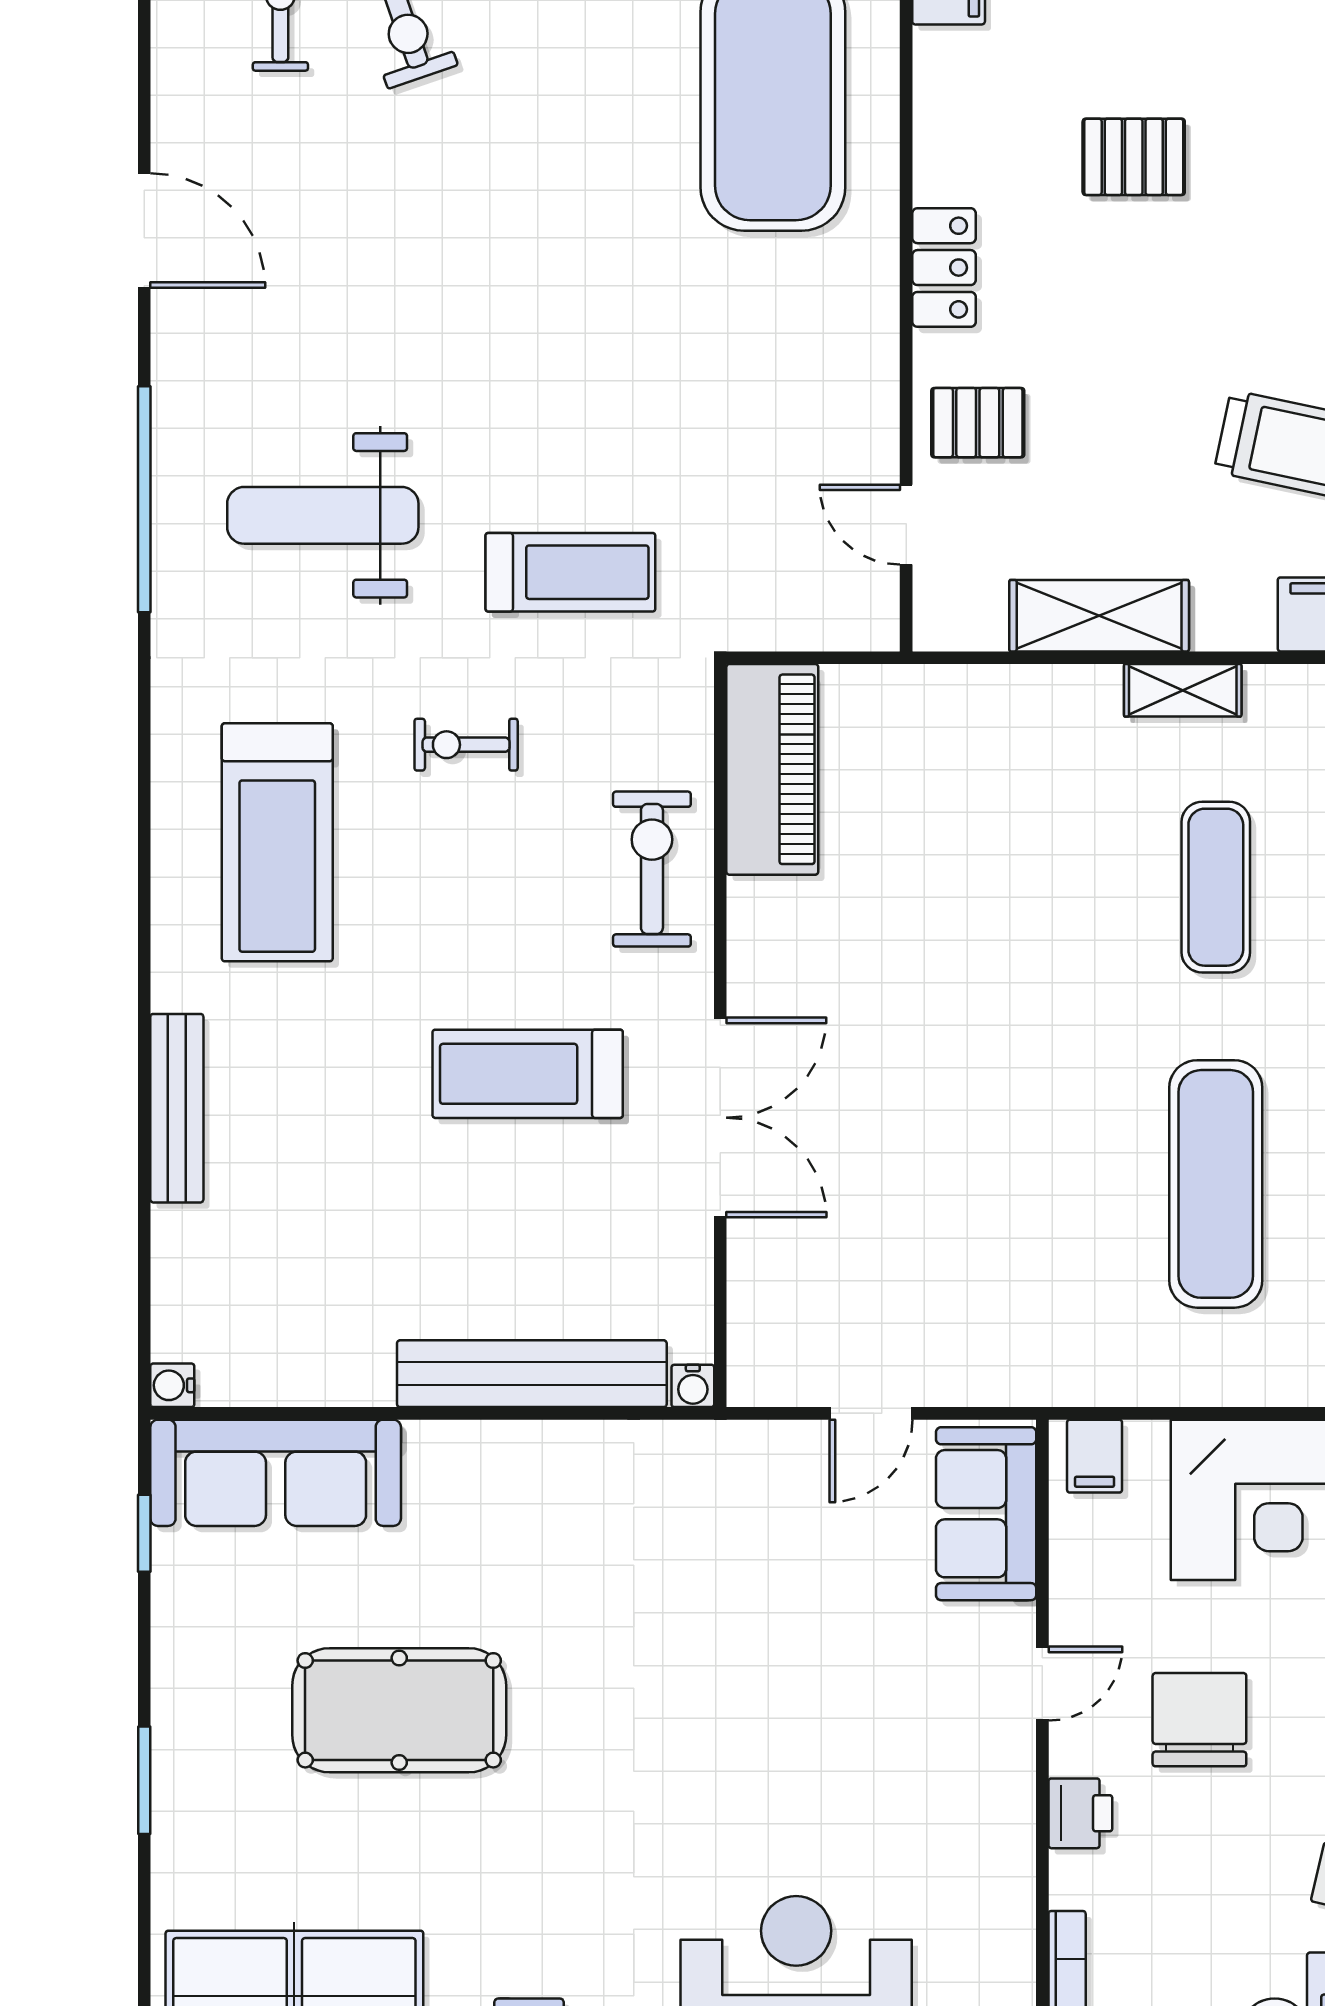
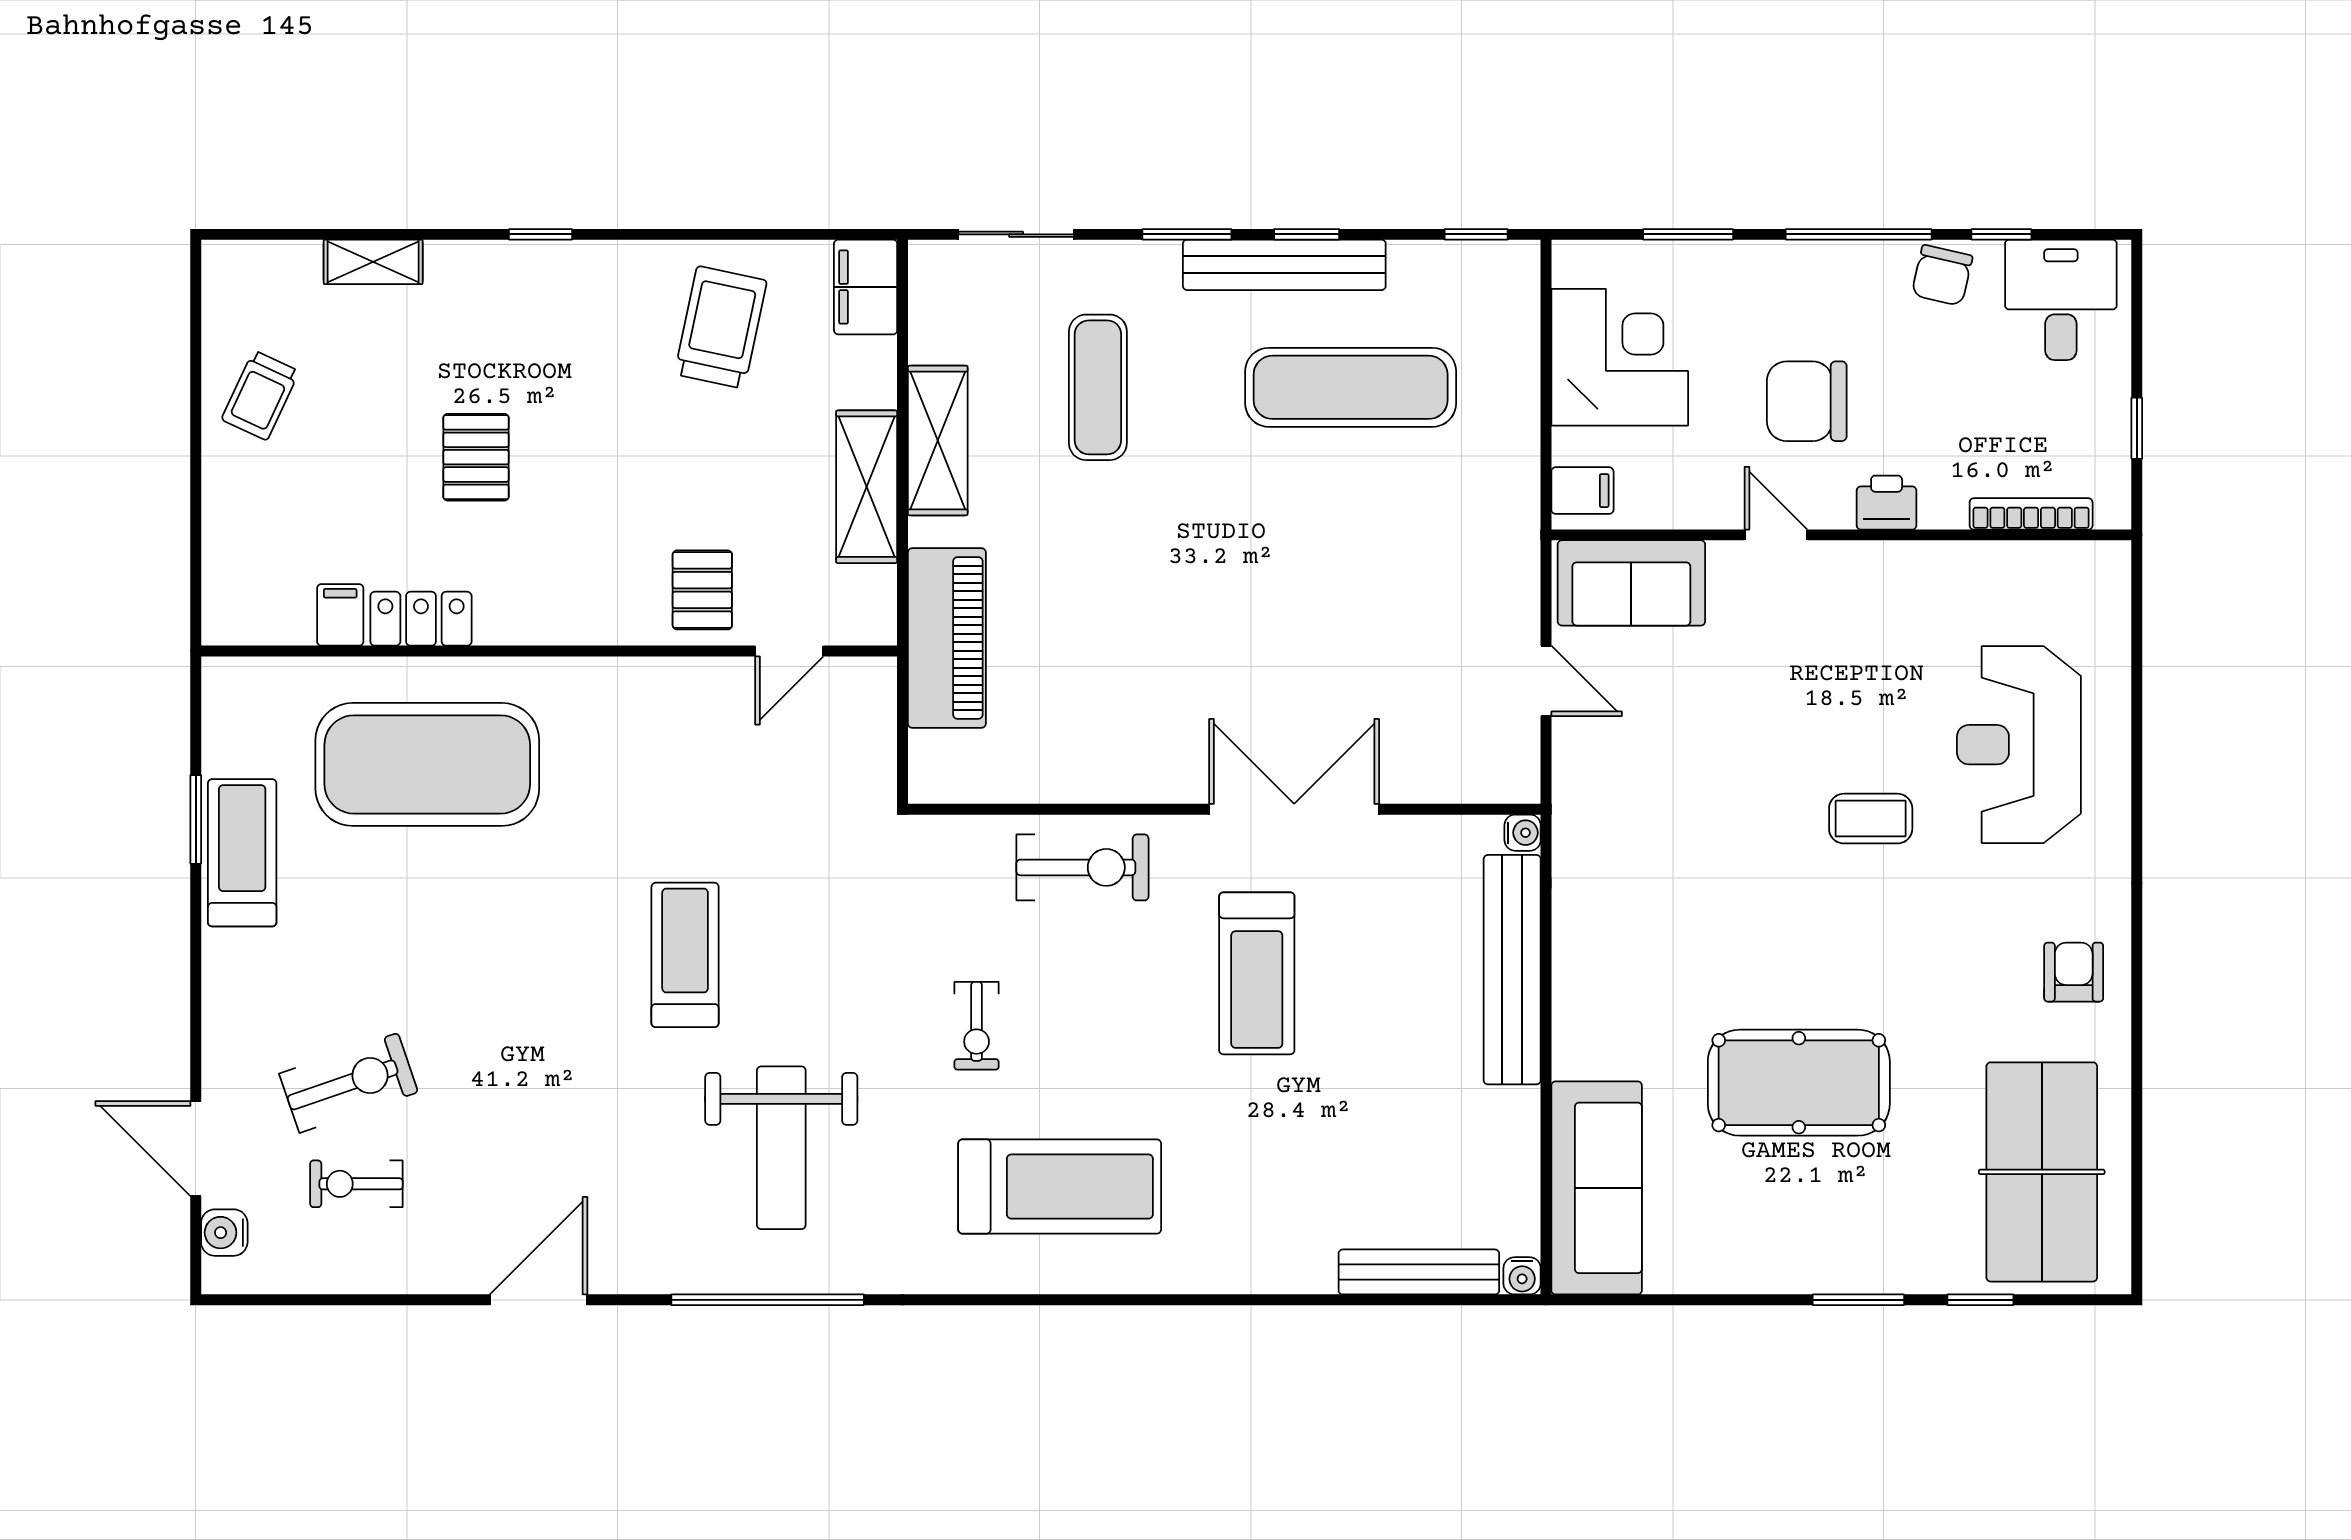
locker: (944, 268) -> (421, 619), moved
treadmill: (570, 572) -> (685, 955), moved
shelving: (1183, 690) -> (938, 440), width x1.50, depth x1.33
piano: (772, 769) -> (947, 638), moved, turned 90
exercise bike: (652, 869) -> (1082, 867), turned 180
exercise mat: (1216, 887) -> (1098, 387), turned 90
bench: (177, 1108) -> (1419, 1272), moved
window: (144, 1533) -> (1980, 1300), moved
pool table: (399, 1710) -> (1799, 1083), turned 90
coffee table: (709, 1795) -> (1871, 819), added

